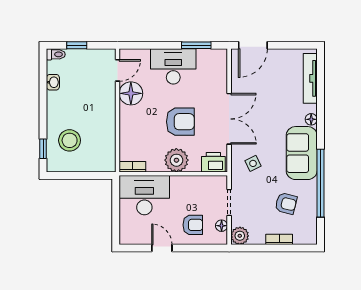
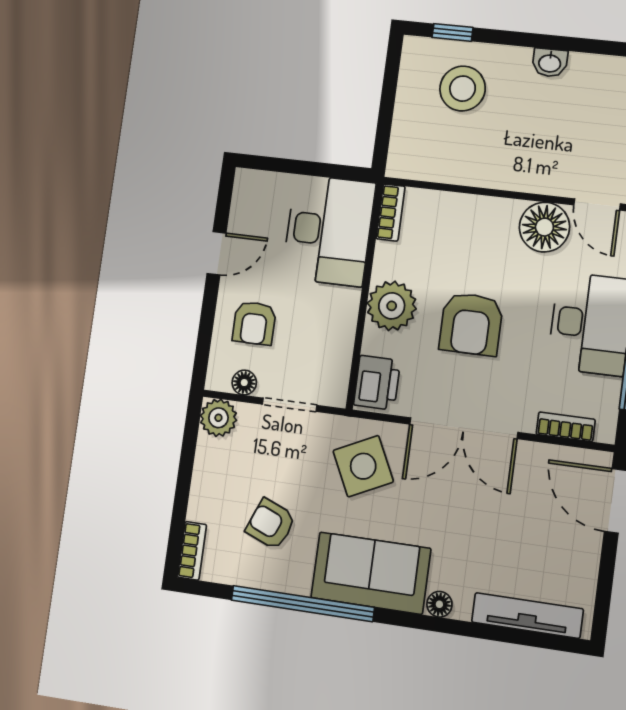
bookcase: (222, 72) -> (566, 427), added
washbasin: (53, 82) -> (550, 63), moved
side table: (253, 163) -> (363, 466), width x1.87, depth x1.87
armchair: (286, 203) -> (271, 524), turned 98
bookcase: (279, 239) -> (192, 551), moved

